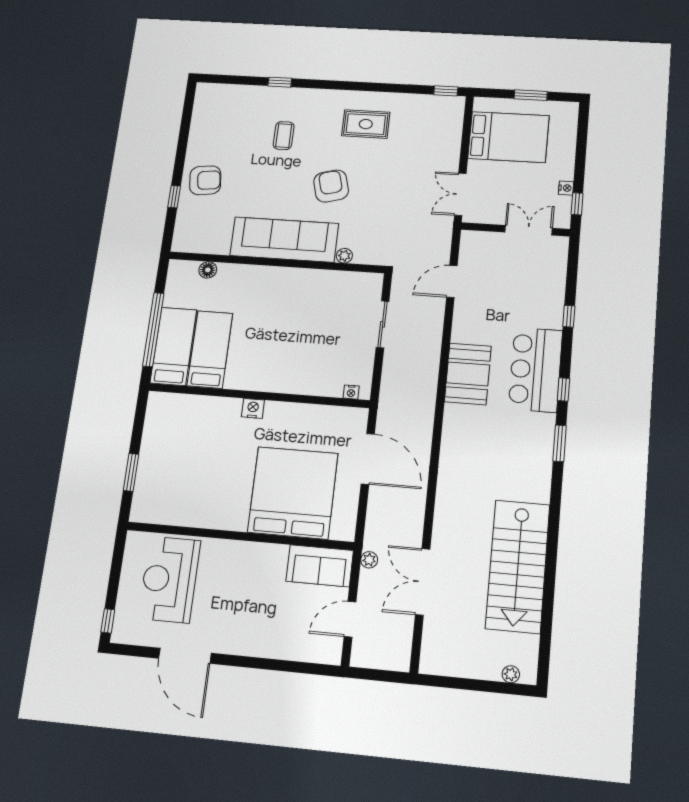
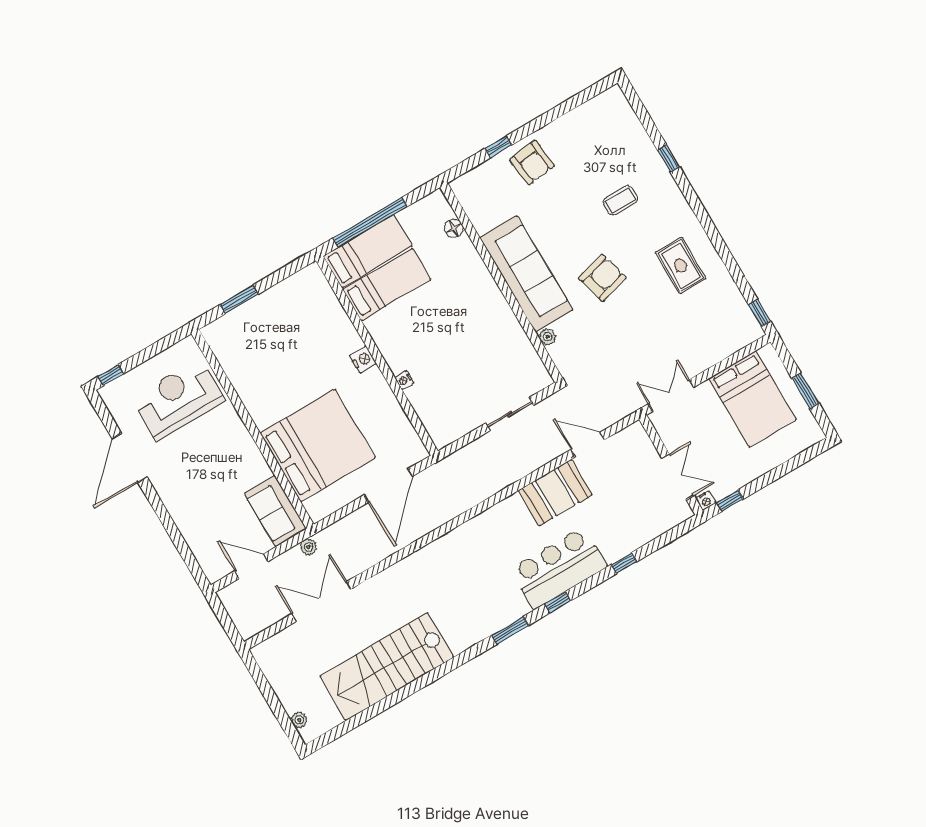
nightstand: (566, 188) -> (706, 501), moved
booth: (468, 374) -> (555, 493), moved
nightstand: (351, 392) -> (404, 380), moved

